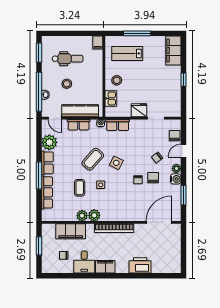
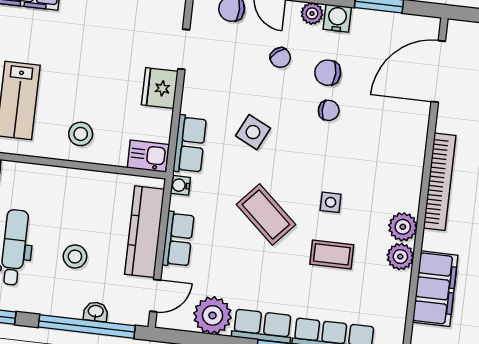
kitchen sink: (111, 98) -> (148, 156), moved
side table: (116, 163) -> (253, 132), moved
door: (159, 222) -> (438, 71), hinge flipped

